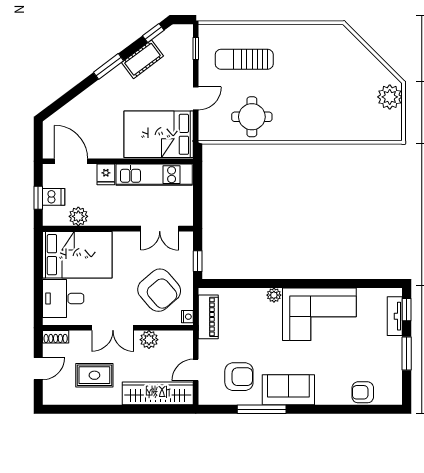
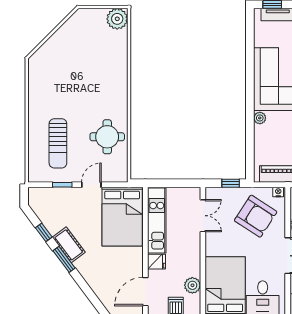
window: (153, 33) -> (44, 232), moved
window: (196, 49) -> (62, 185), moved
cot: (143, 59) -> (69, 245), moved
plant: (390, 97) -> (117, 19), moved
door: (196, 98) -> (91, 185), hinge flipped
armchair: (159, 290) -> (256, 216), turned 74

